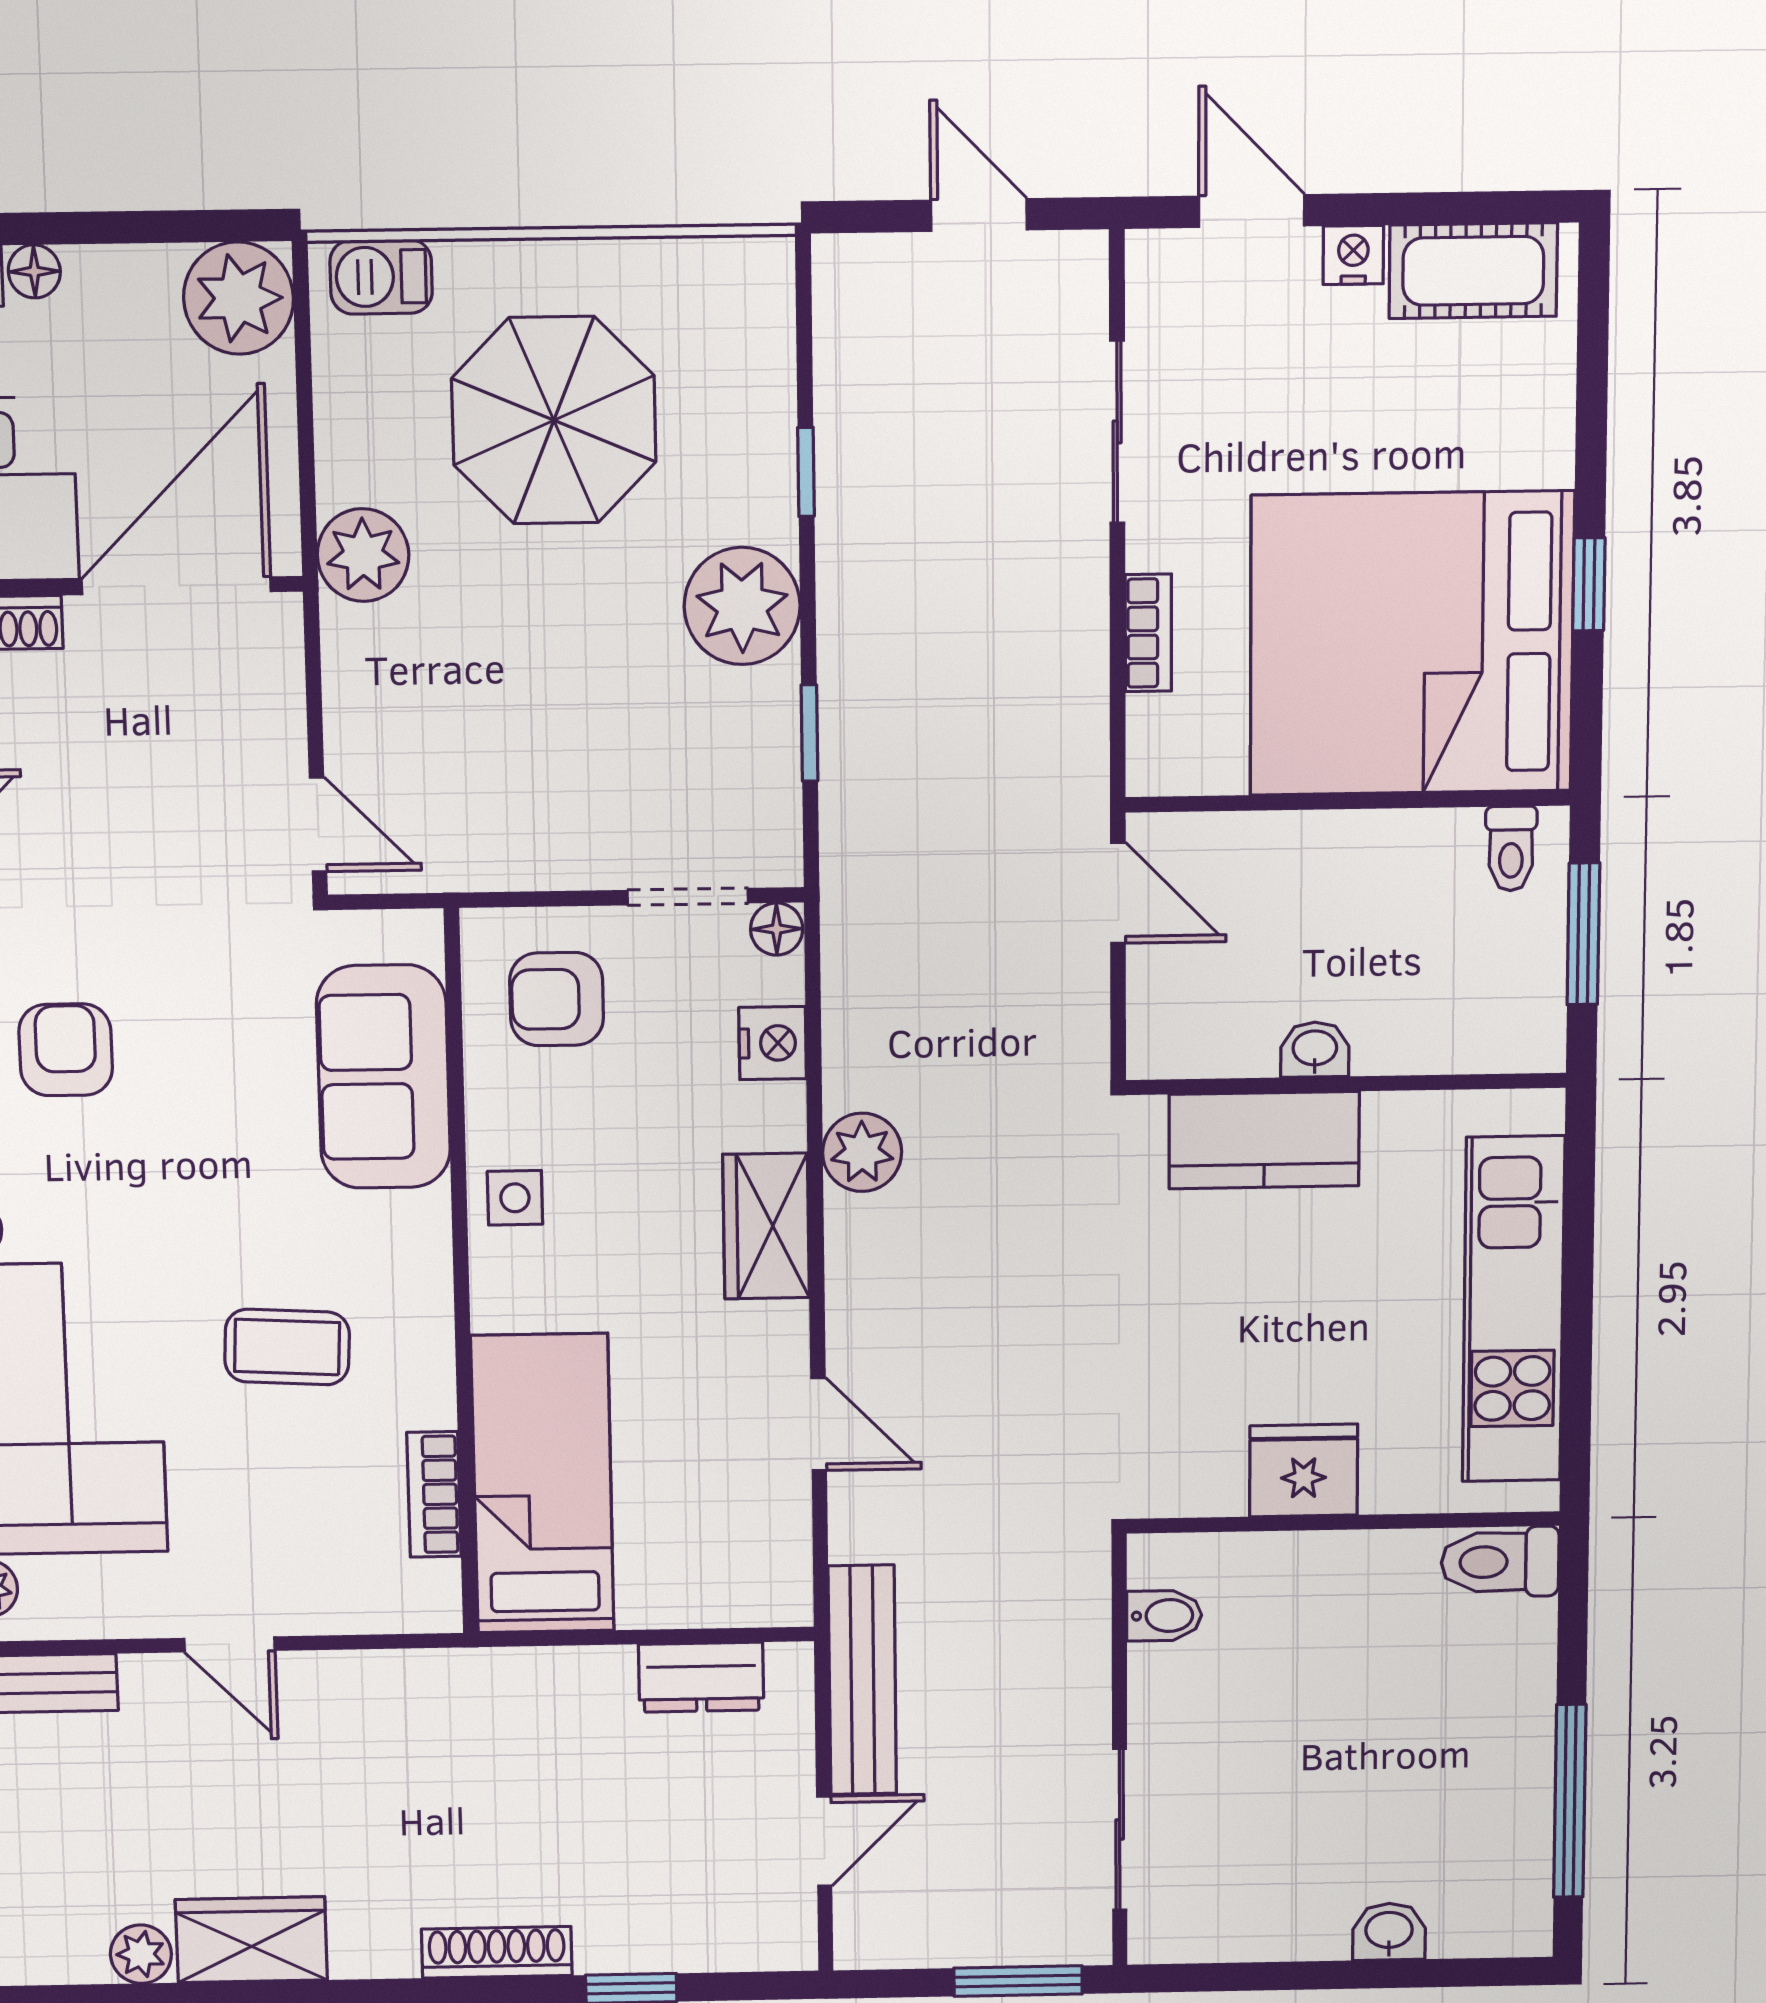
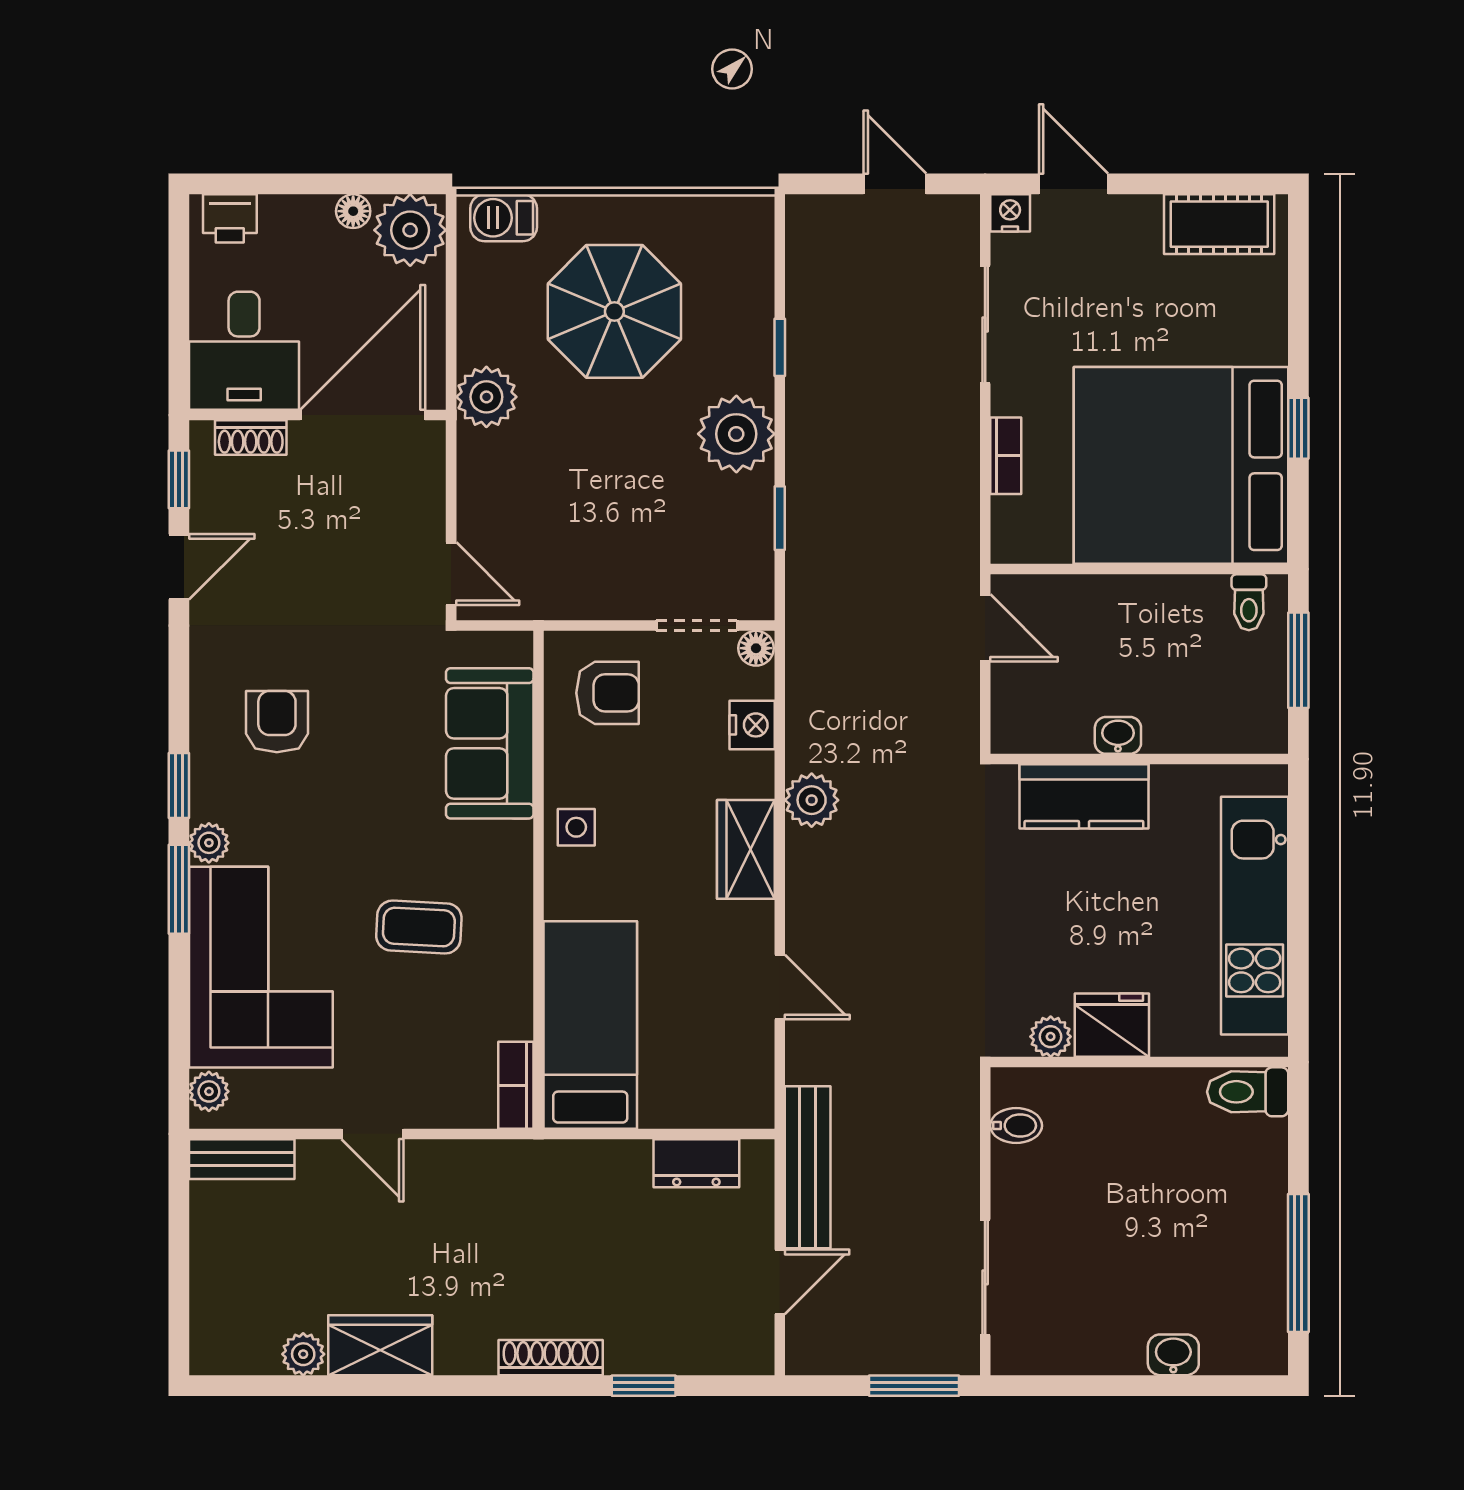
nightstand: (1353, 255) -> (1010, 213), moved
floor lamp: (34, 271) -> (353, 211), moved
armchair: (557, 999) -> (607, 693), turned 180
plant: (1214, 1488) -> (1051, 1037), added
bookcase: (434, 1494) -> (516, 1085), moved

